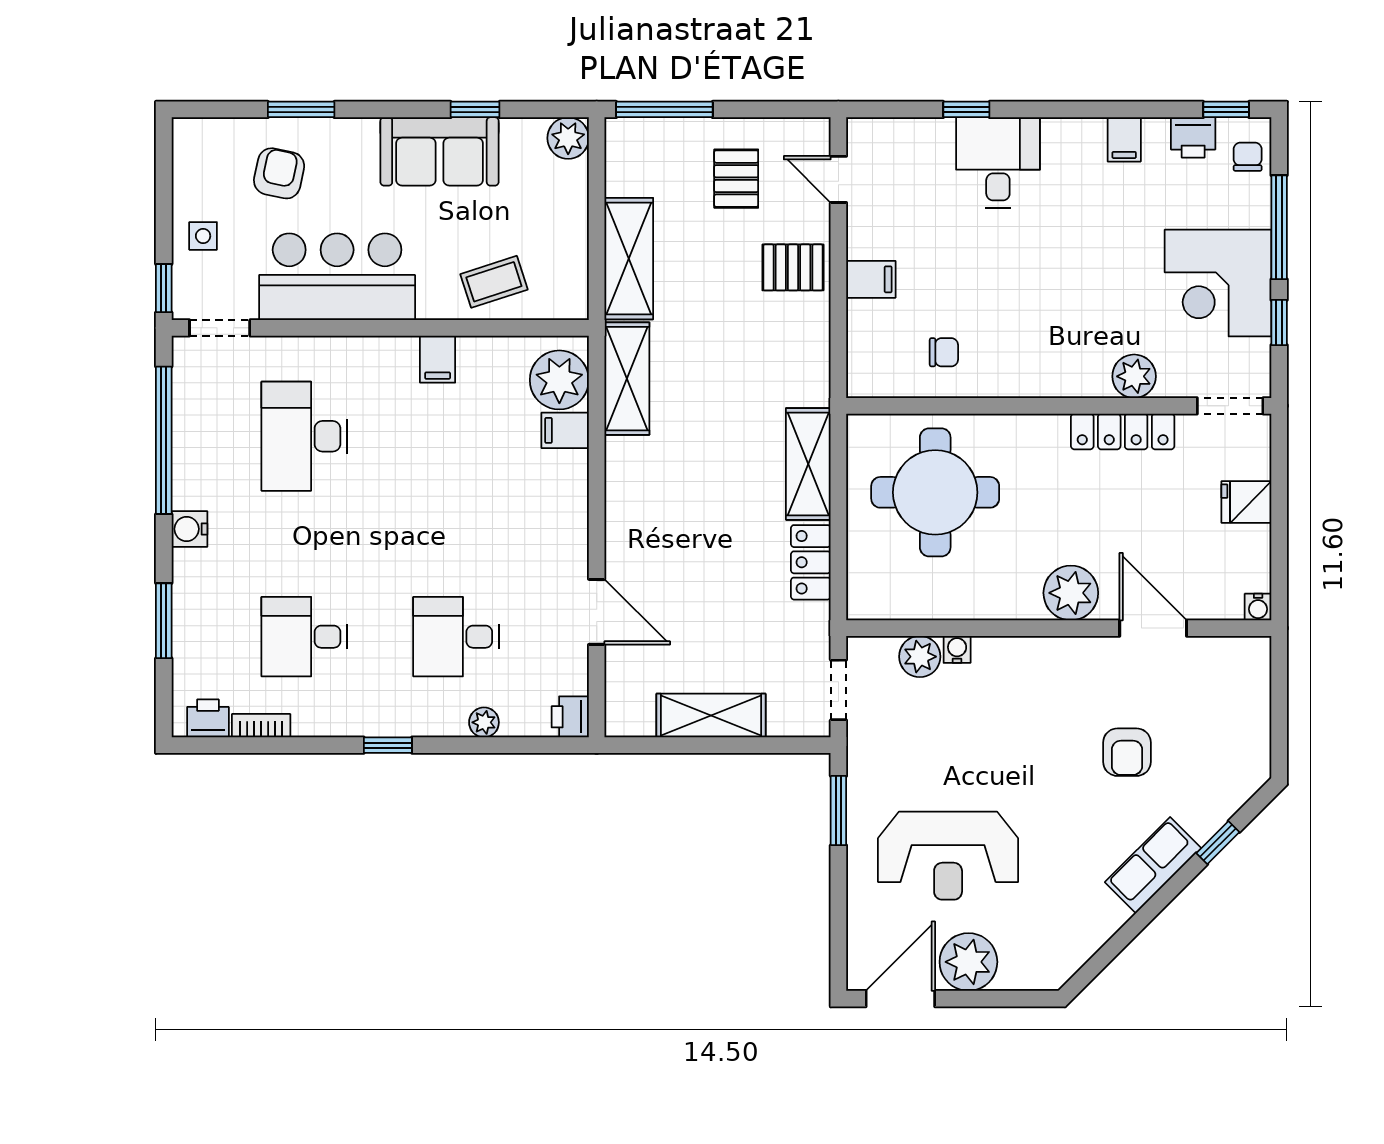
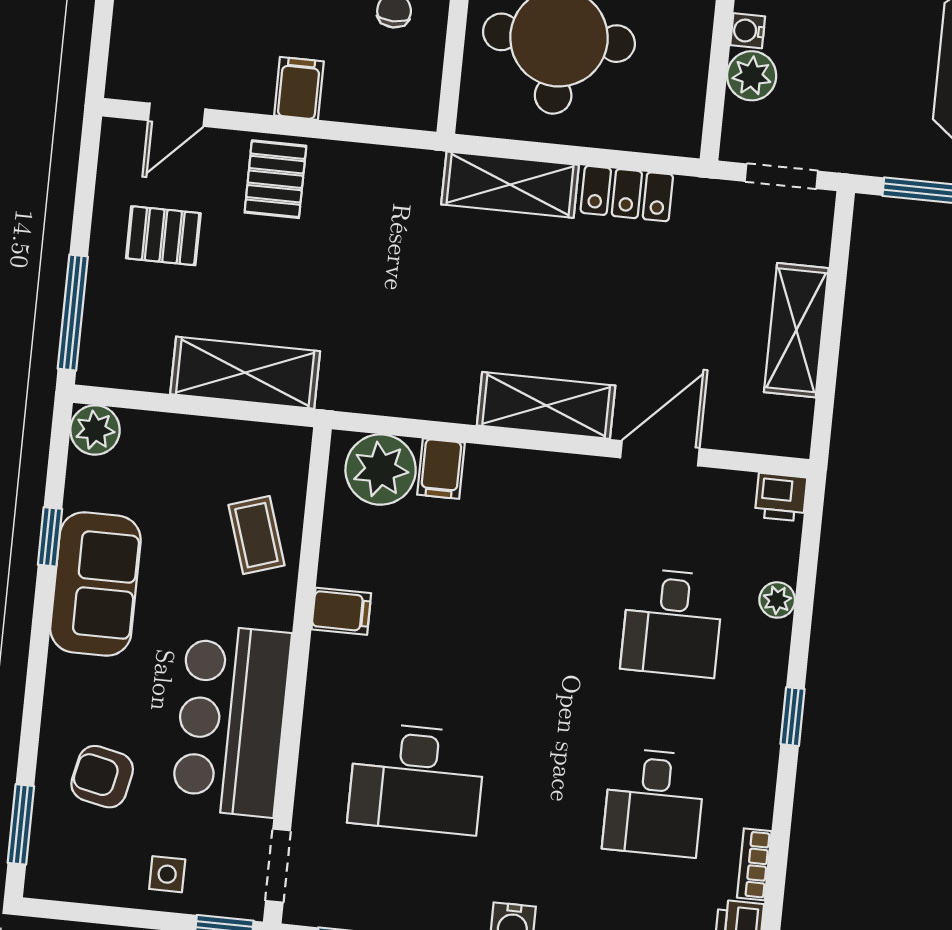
window: (301, 109) -> (21, 824), moved
shelving: (627, 379) -> (546, 405), moved

